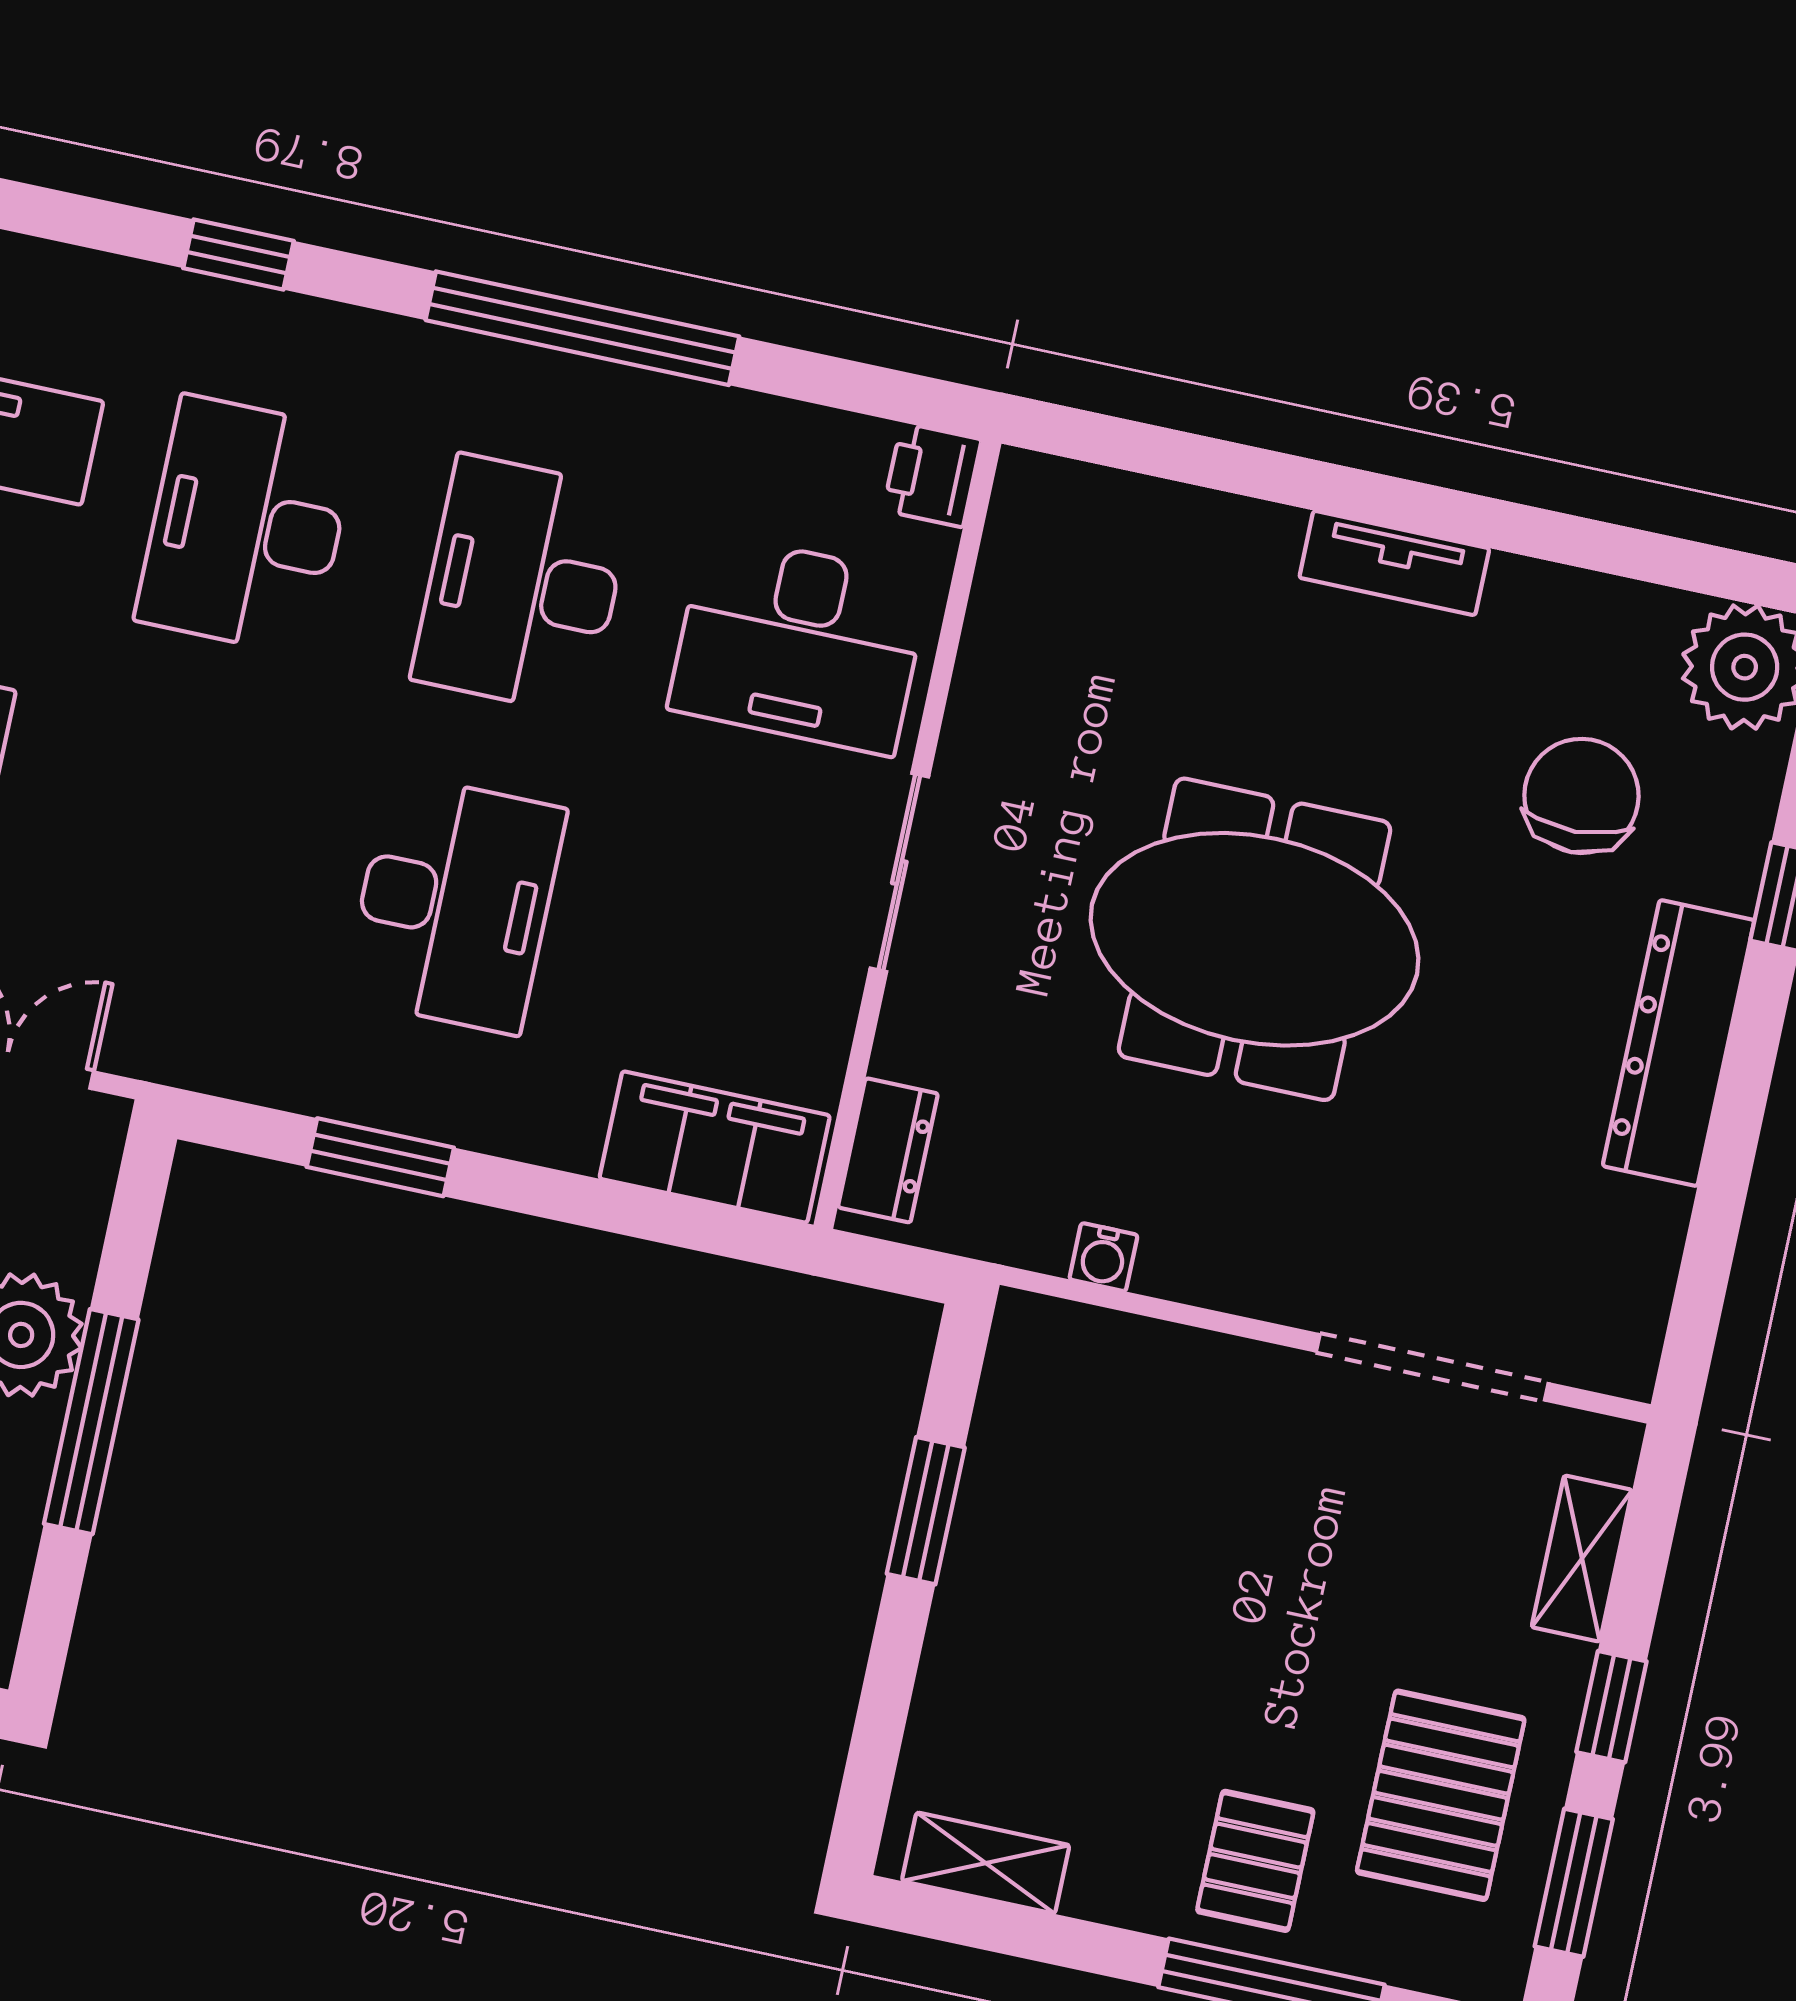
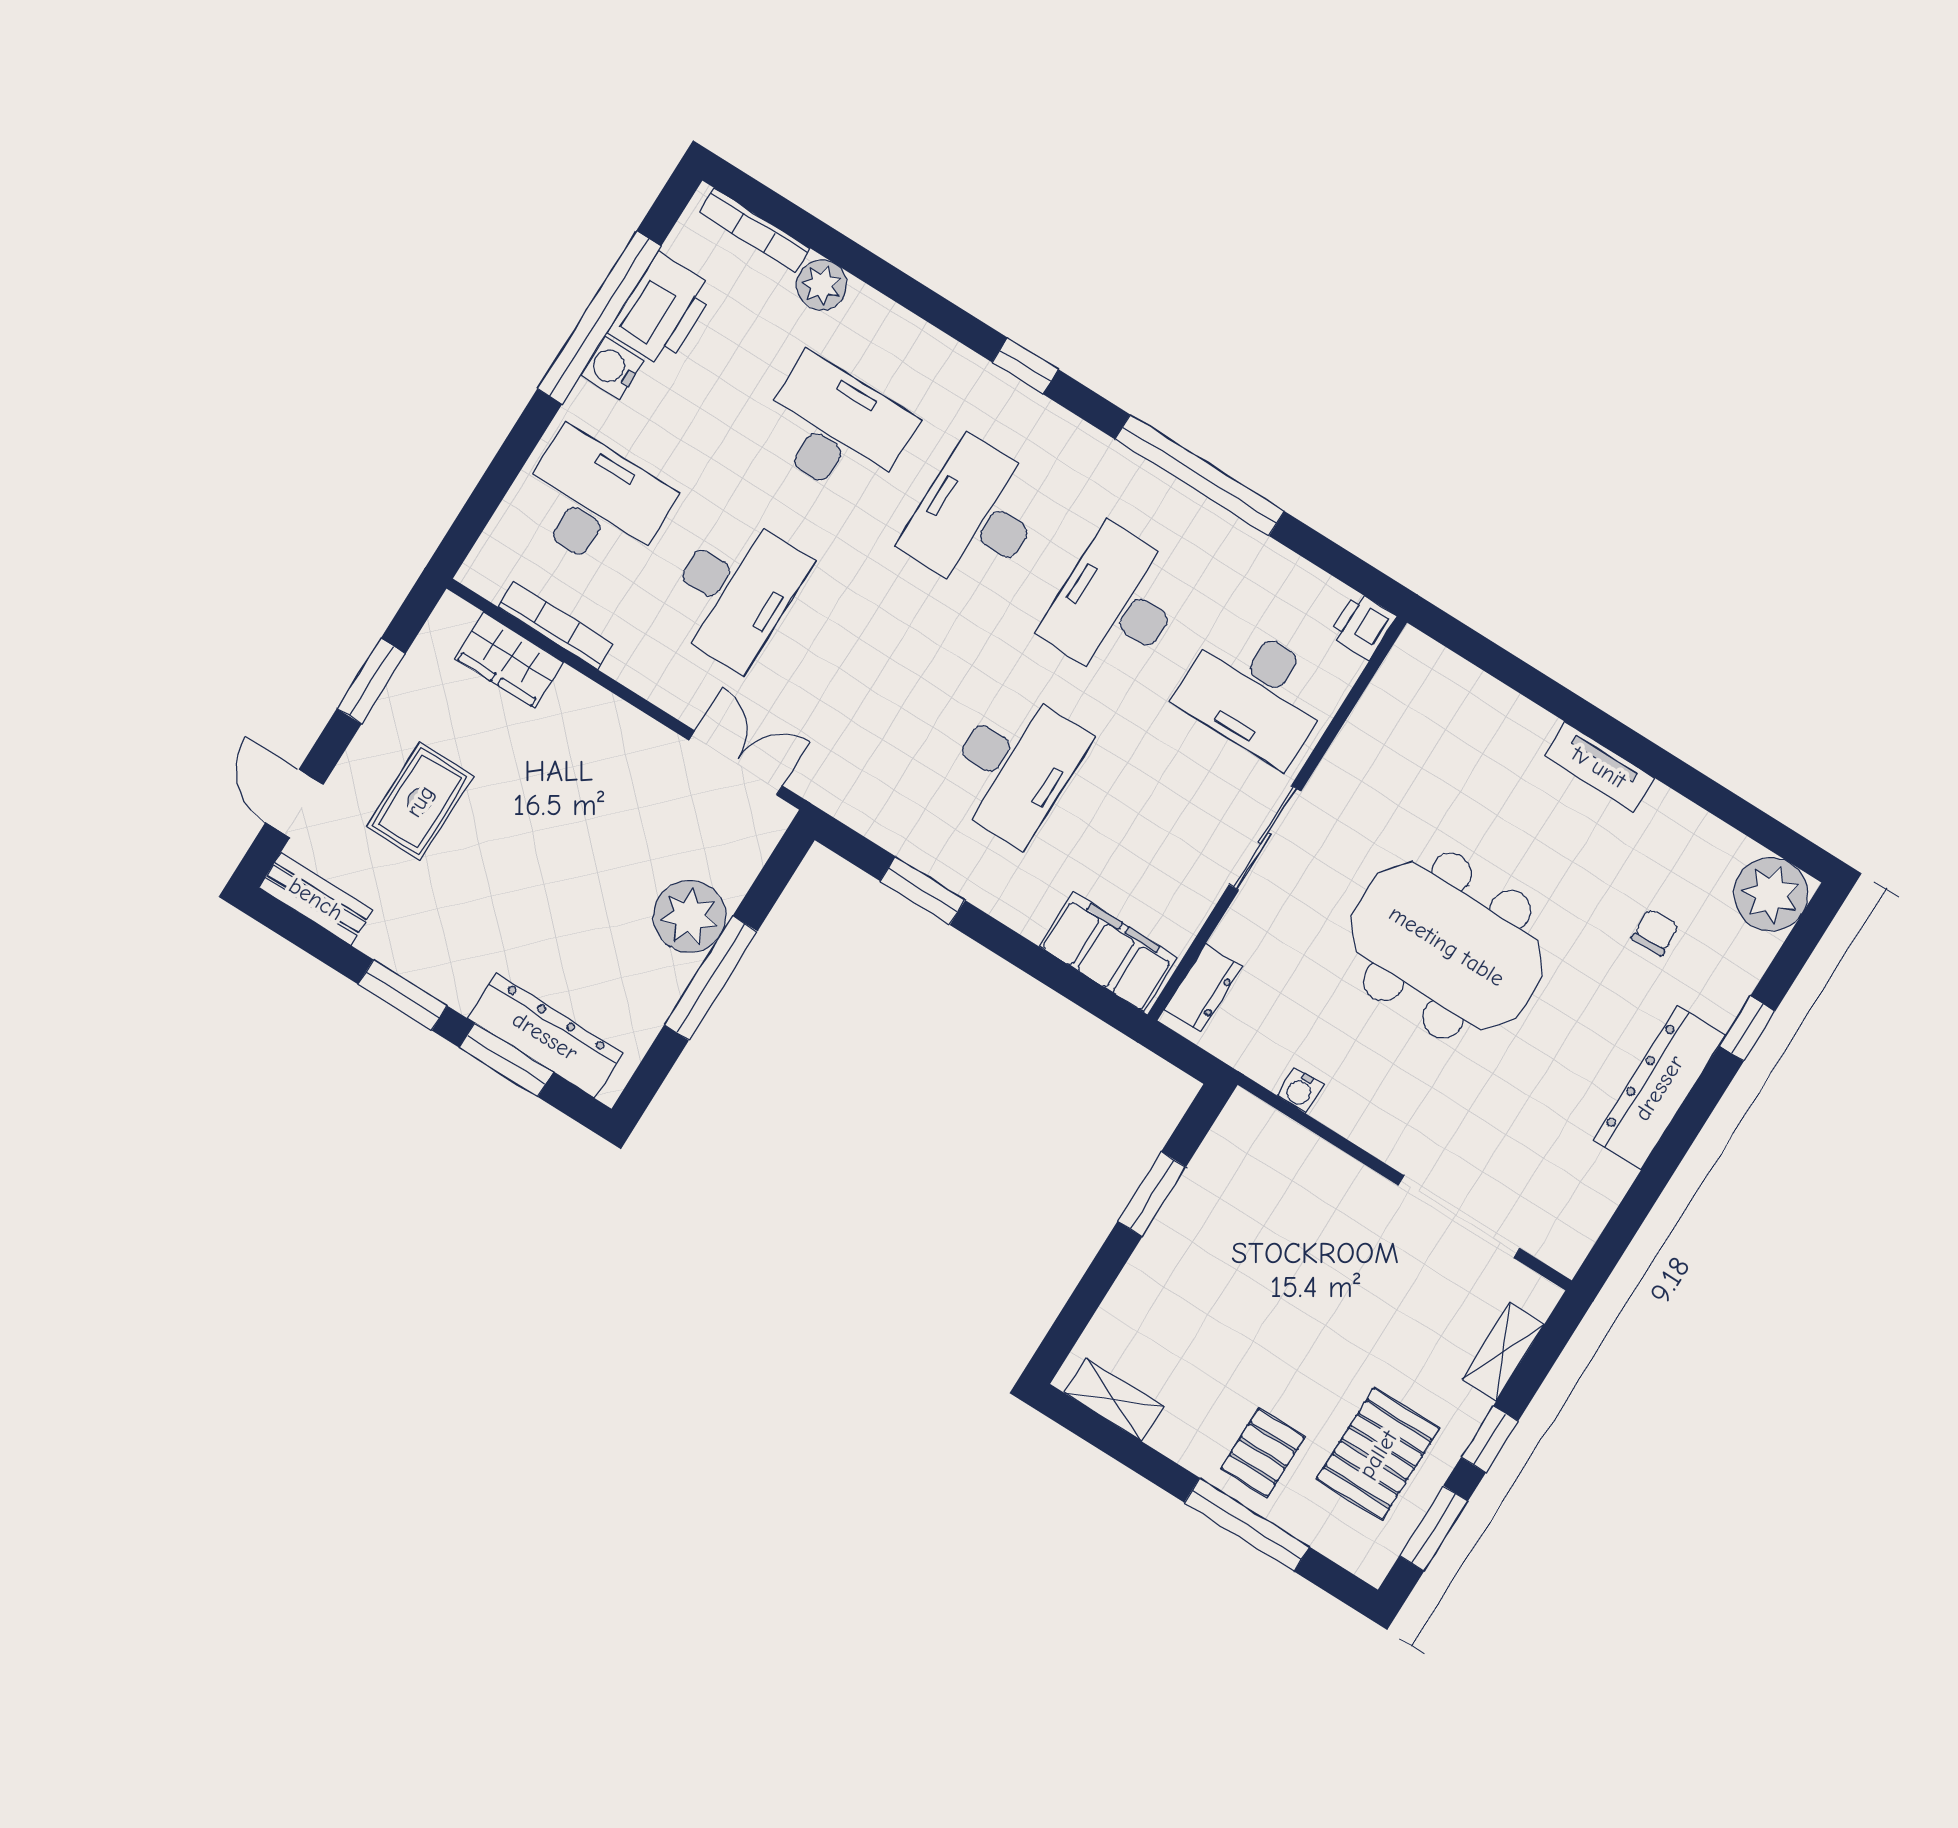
chair: (1581, 796) -> (1655, 932), width x0.54, depth x0.54

